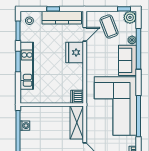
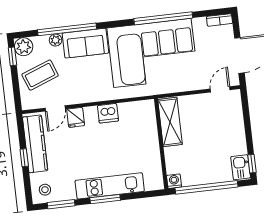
door: (85, 34) -> (55, 108), swing flipped
fridge: (75, 53) -> (76, 117), width x0.53, depth x0.75
dishwasher: (77, 97) -> (108, 113), moved
shelving: (77, 123) -> (170, 122), moved, turned 90
washing machine: (25, 126) -> (174, 181), moved

